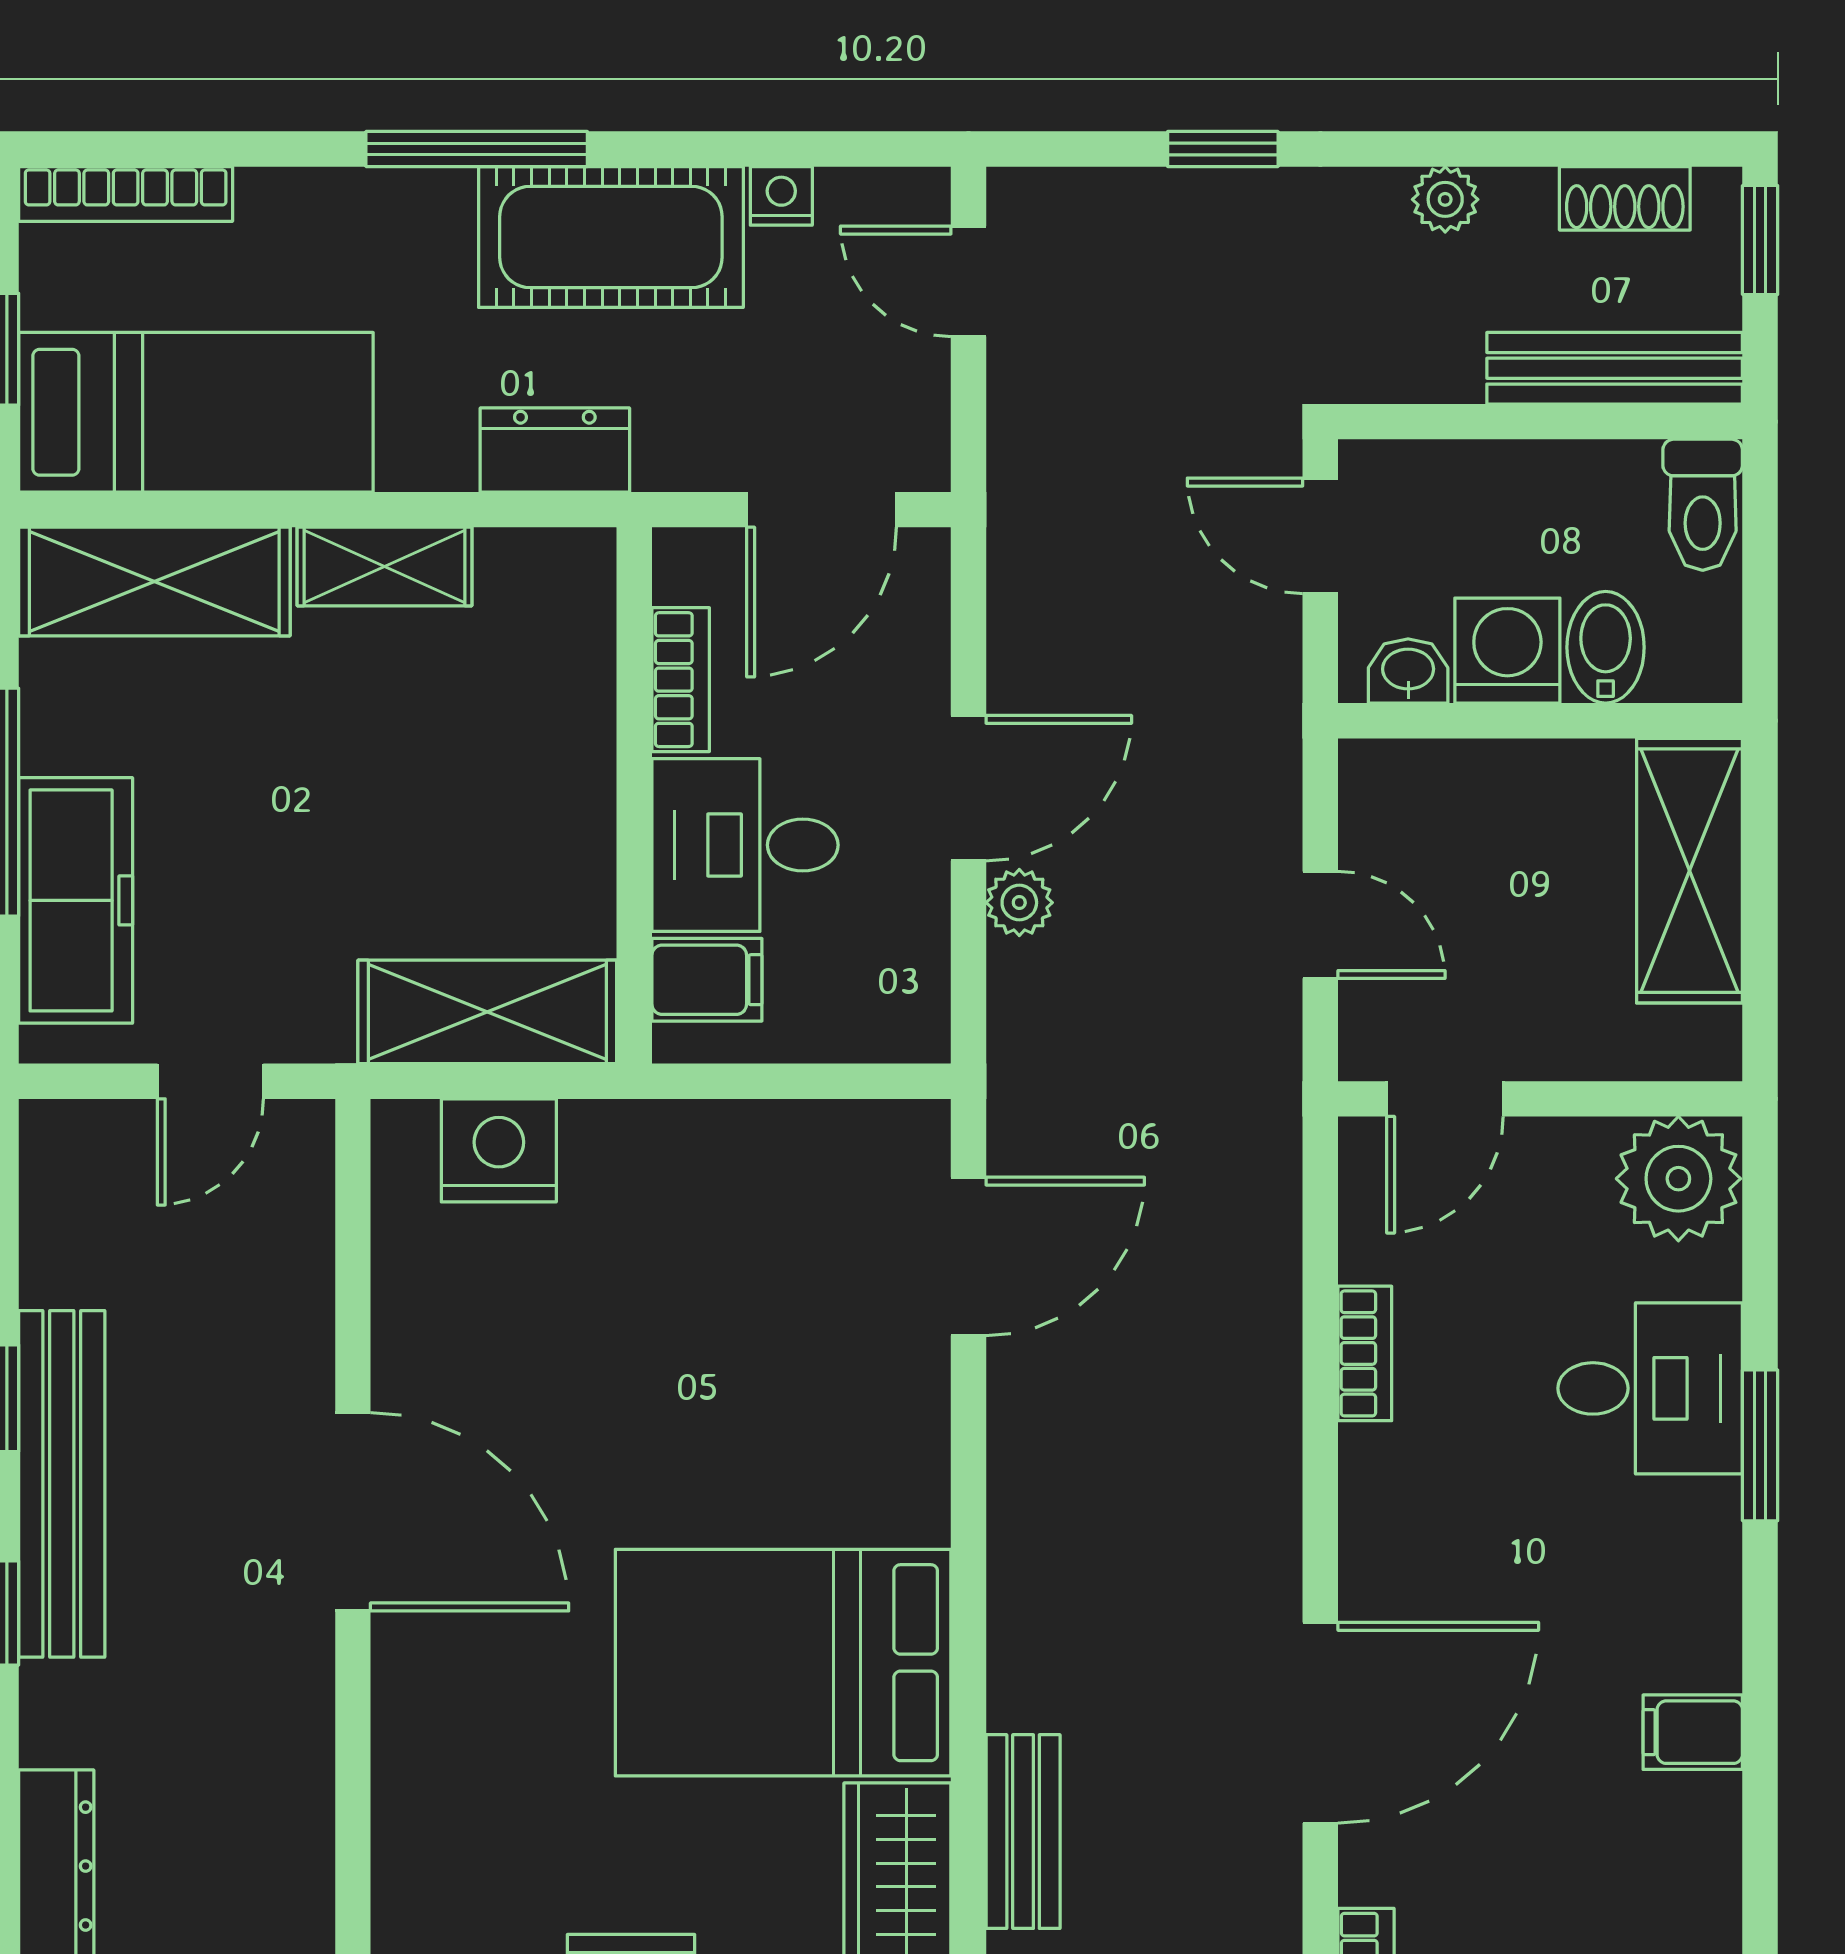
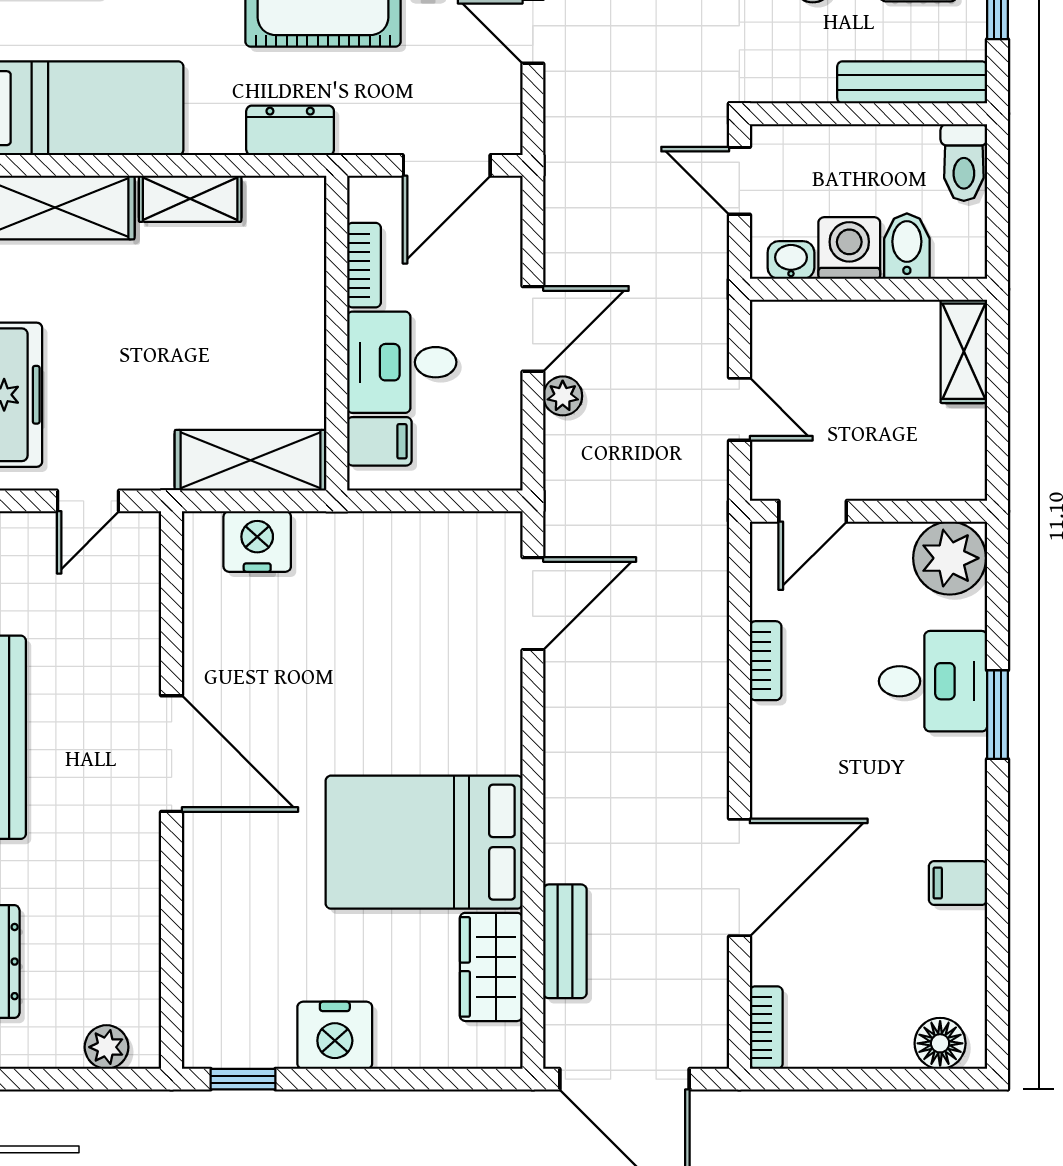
shelving: (1690, 871) -> (964, 351), width x0.67, depth x0.75

